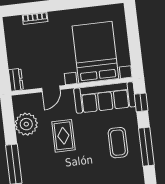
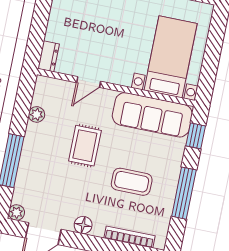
bed with nightstands: (95, 52) -> (171, 57), width x0.73
plant: (26, 124) -> (37, 114), width x0.53, depth x0.53
coffee table: (118, 143) -> (132, 182), moved, turned 90

